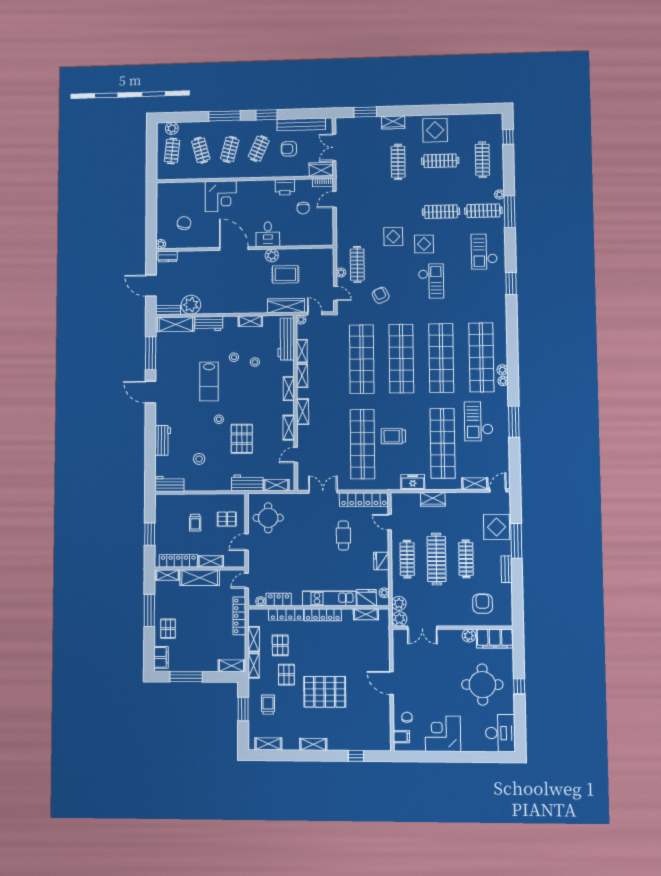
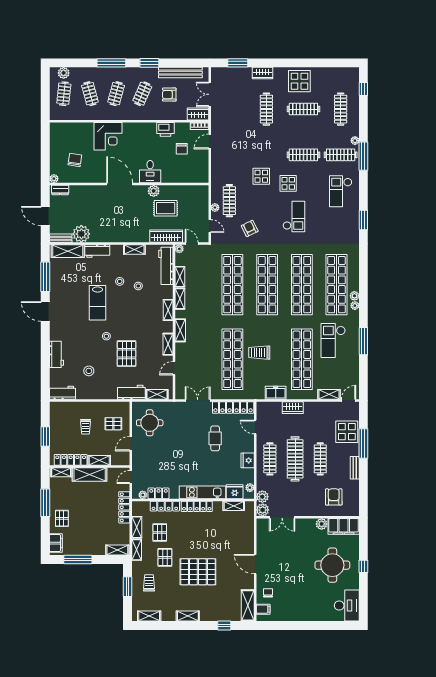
shelving: (383, 732) -> (248, 605), added
corner desk: (443, 734) -> (298, 606), removed

